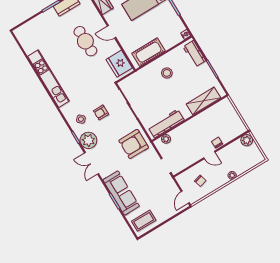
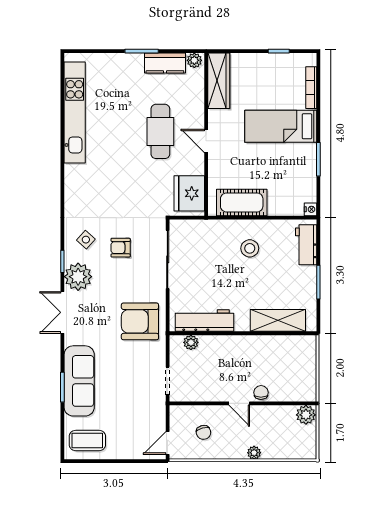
kitchen unit: (48, 79) -> (75, 113), moved

